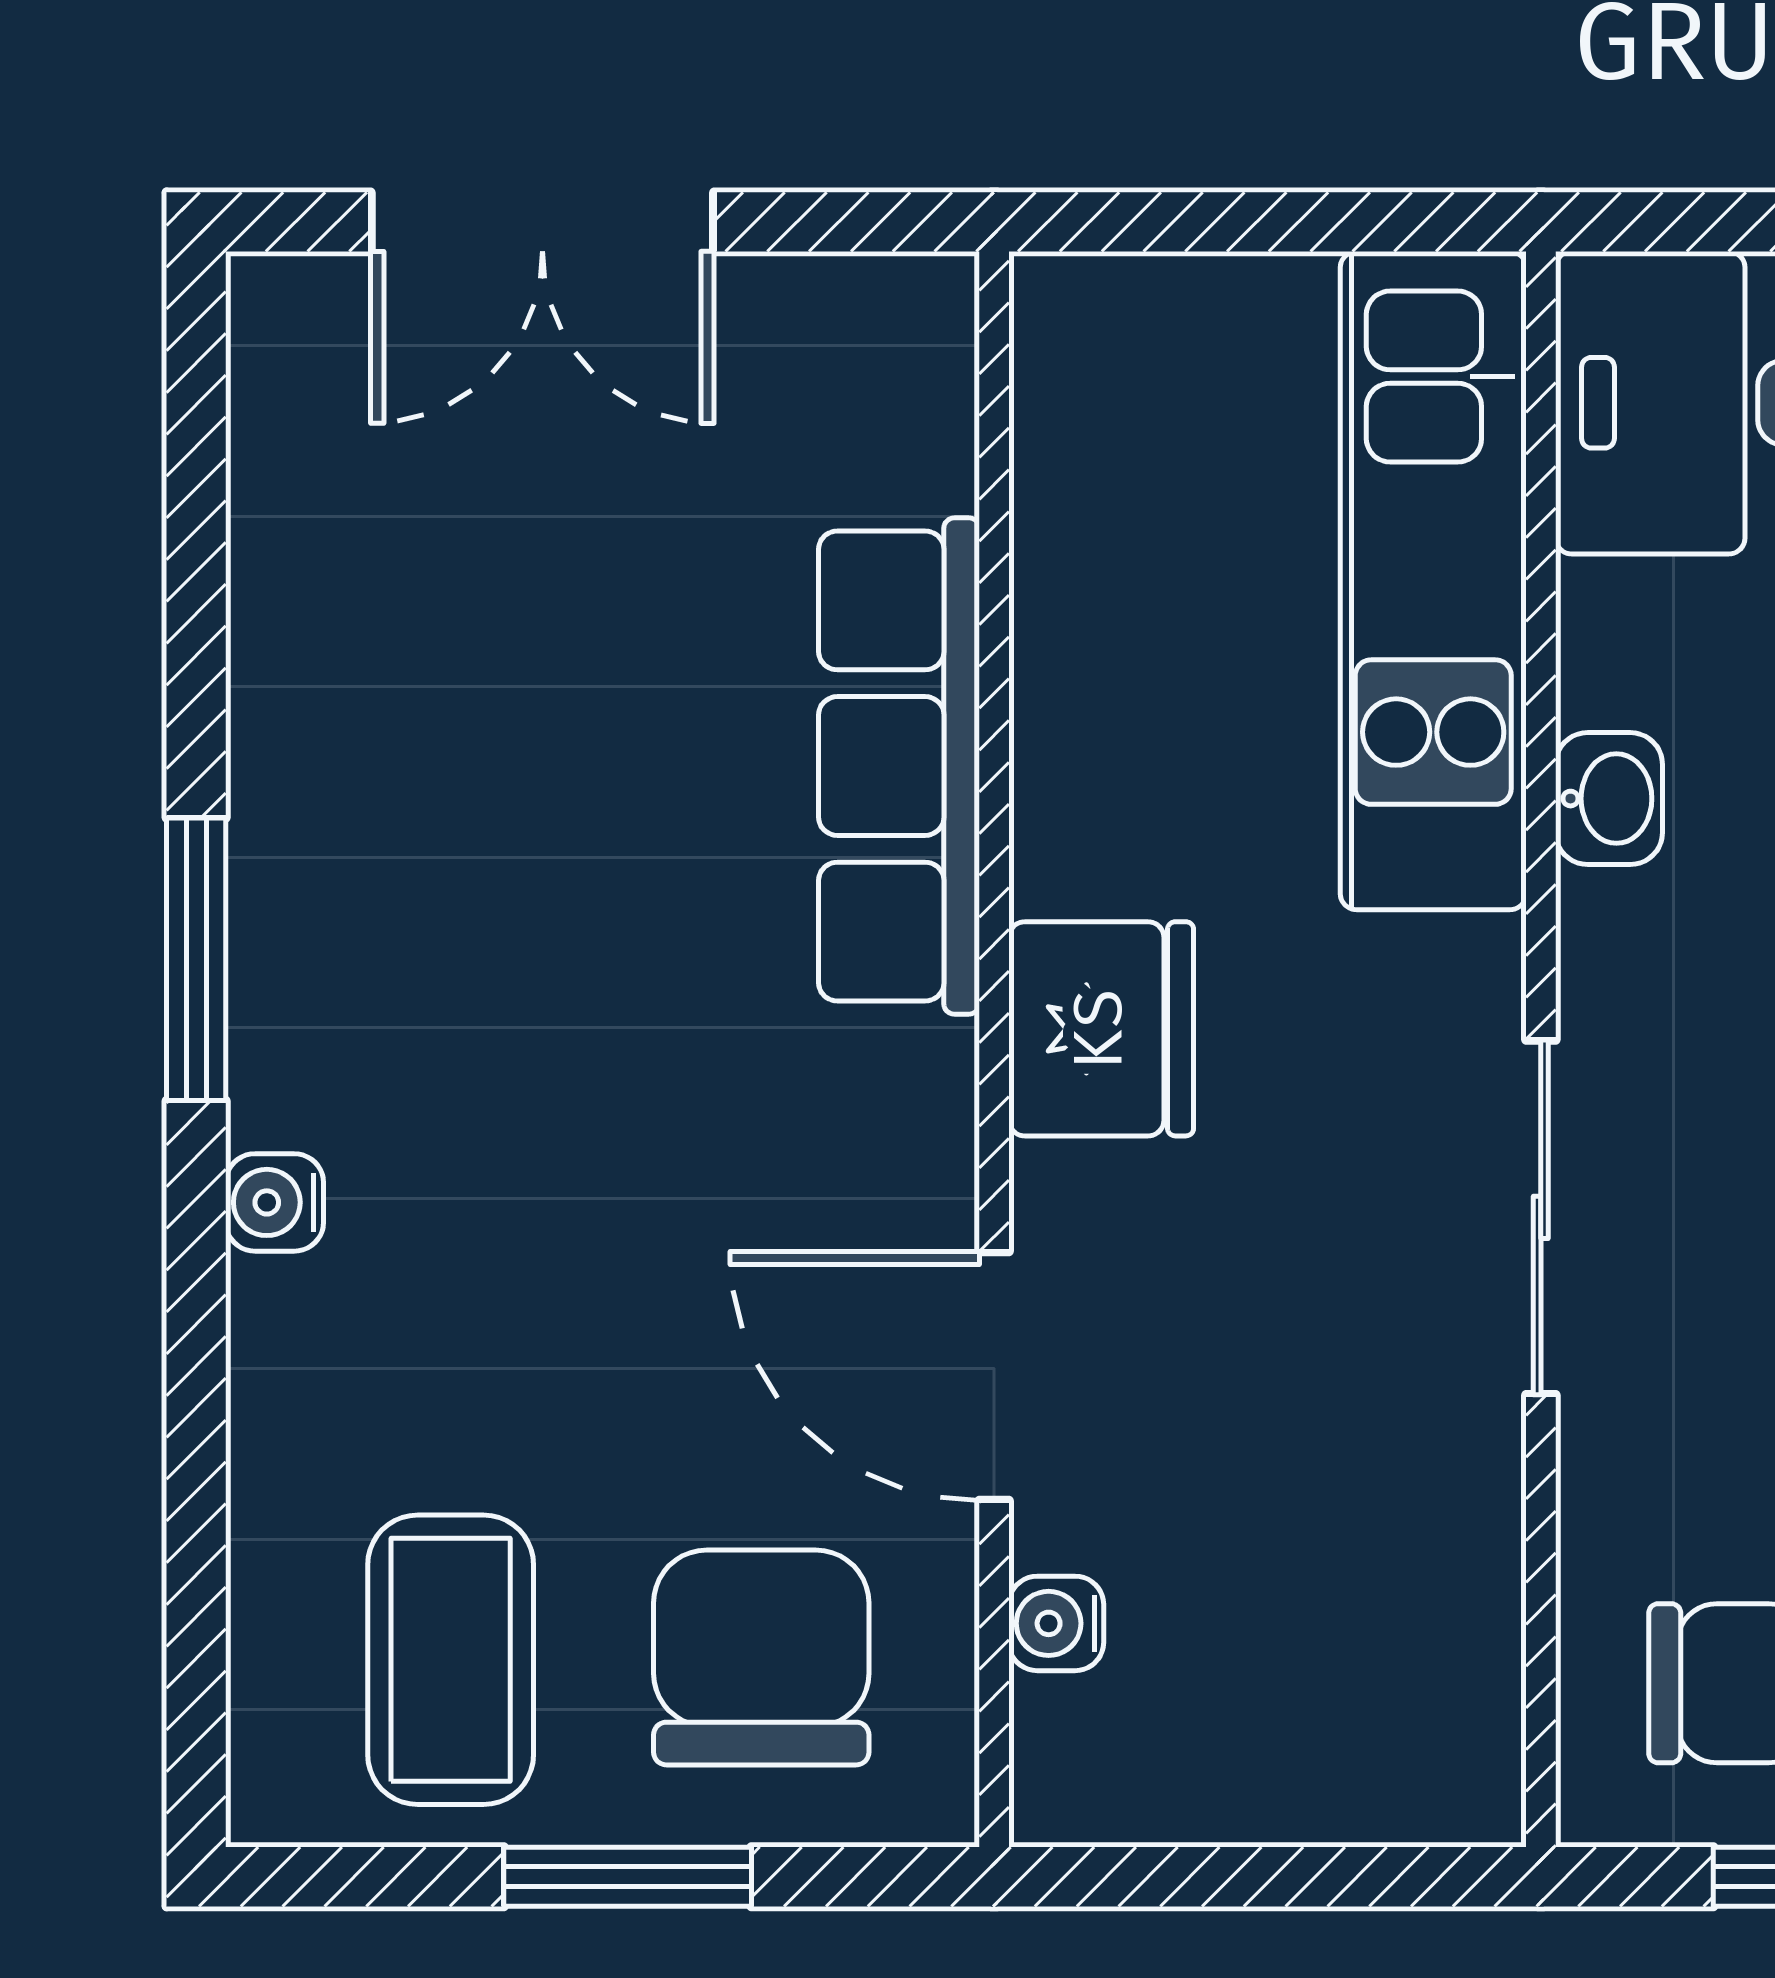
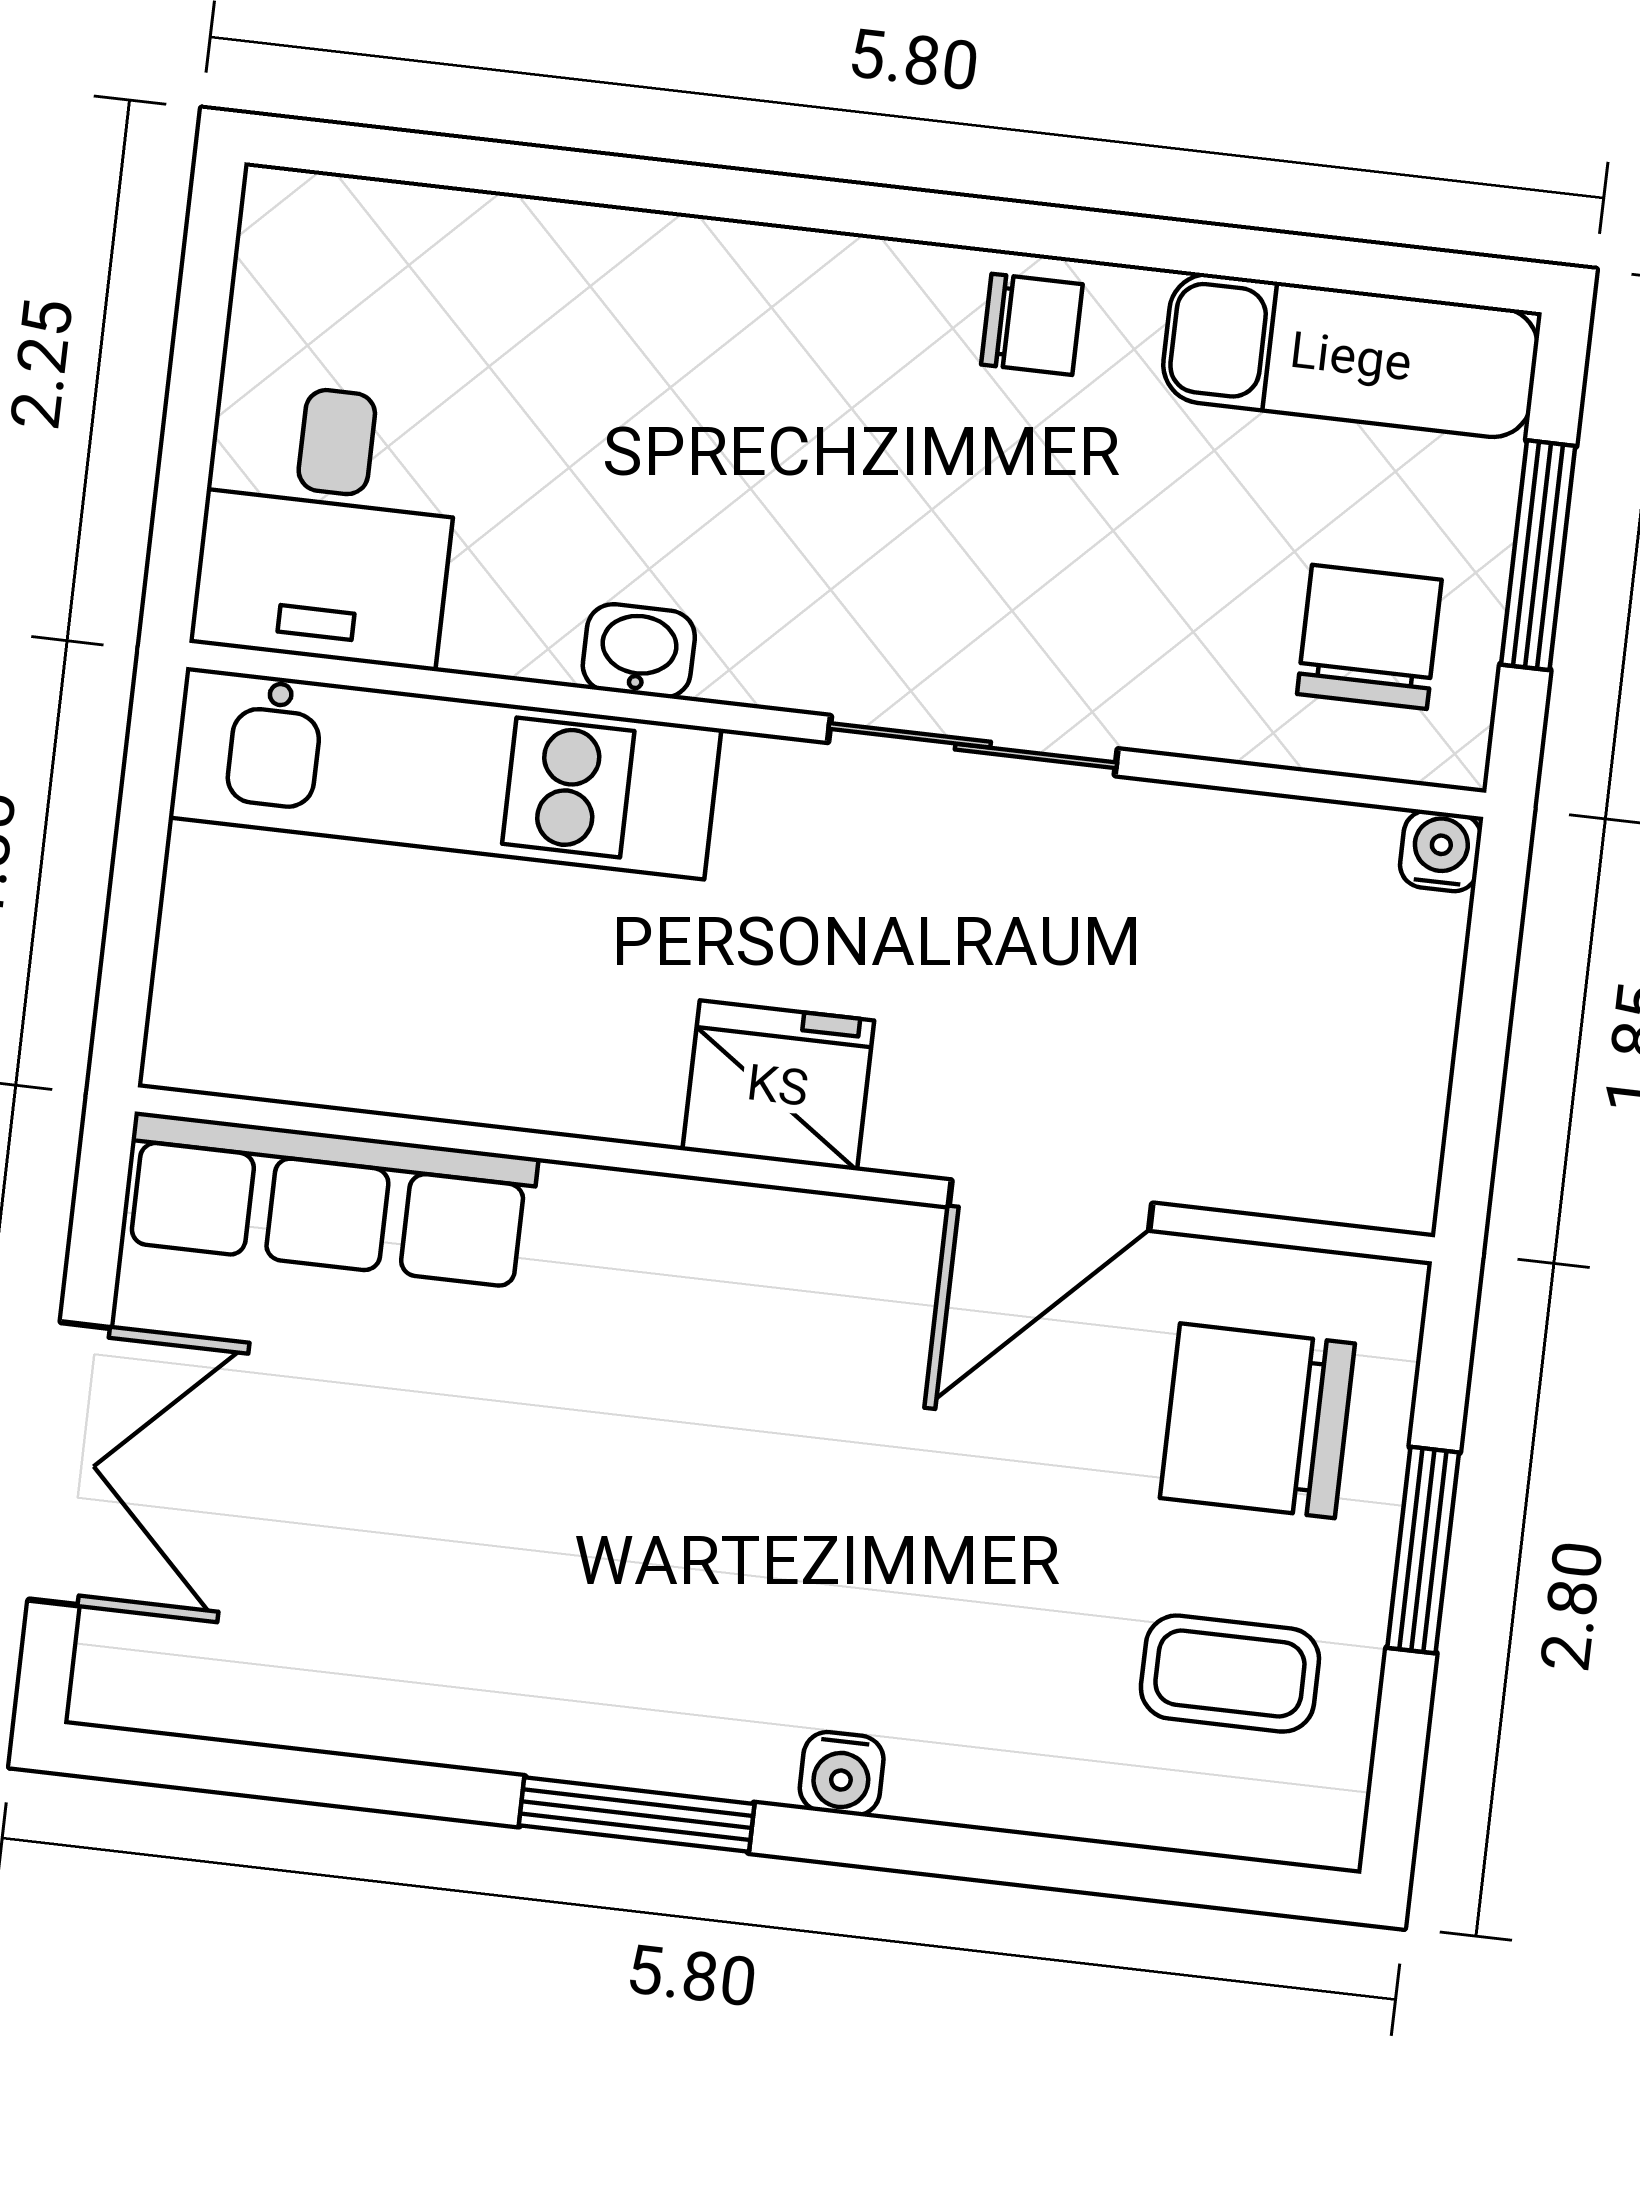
row of seats: (899, 766) -> (329, 1200), moved
water cooler: (1056, 1623) -> (1441, 851), moved, turned 180
coffee table: (451, 1660) -> (1230, 1674), width x0.73, depth x0.77

